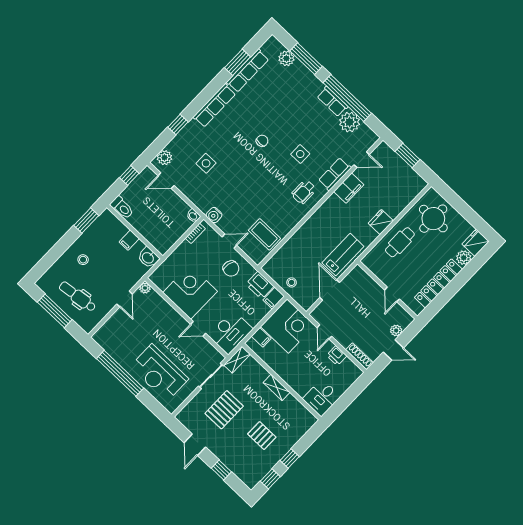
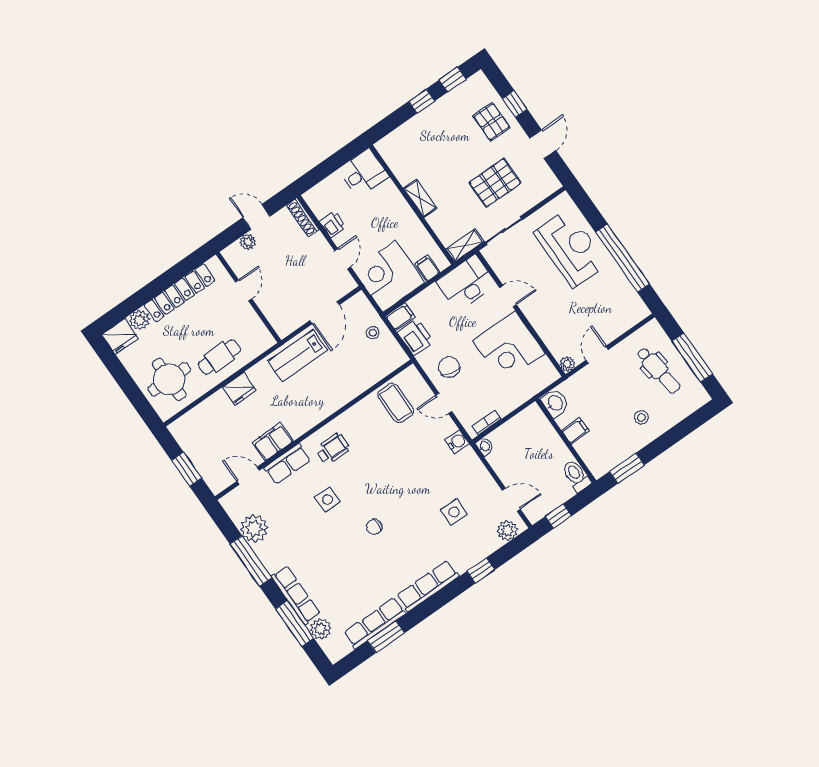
window: (347, 98) -> (251, 561), width x0.68
row of seats: (332, 102) -> (296, 595), moved, width x1.48
pallet: (262, 436) -> (492, 122), moved

